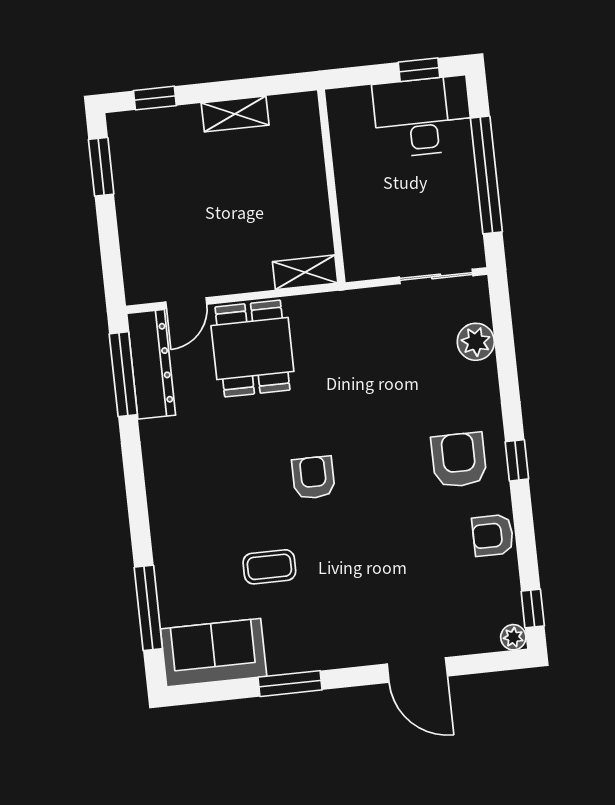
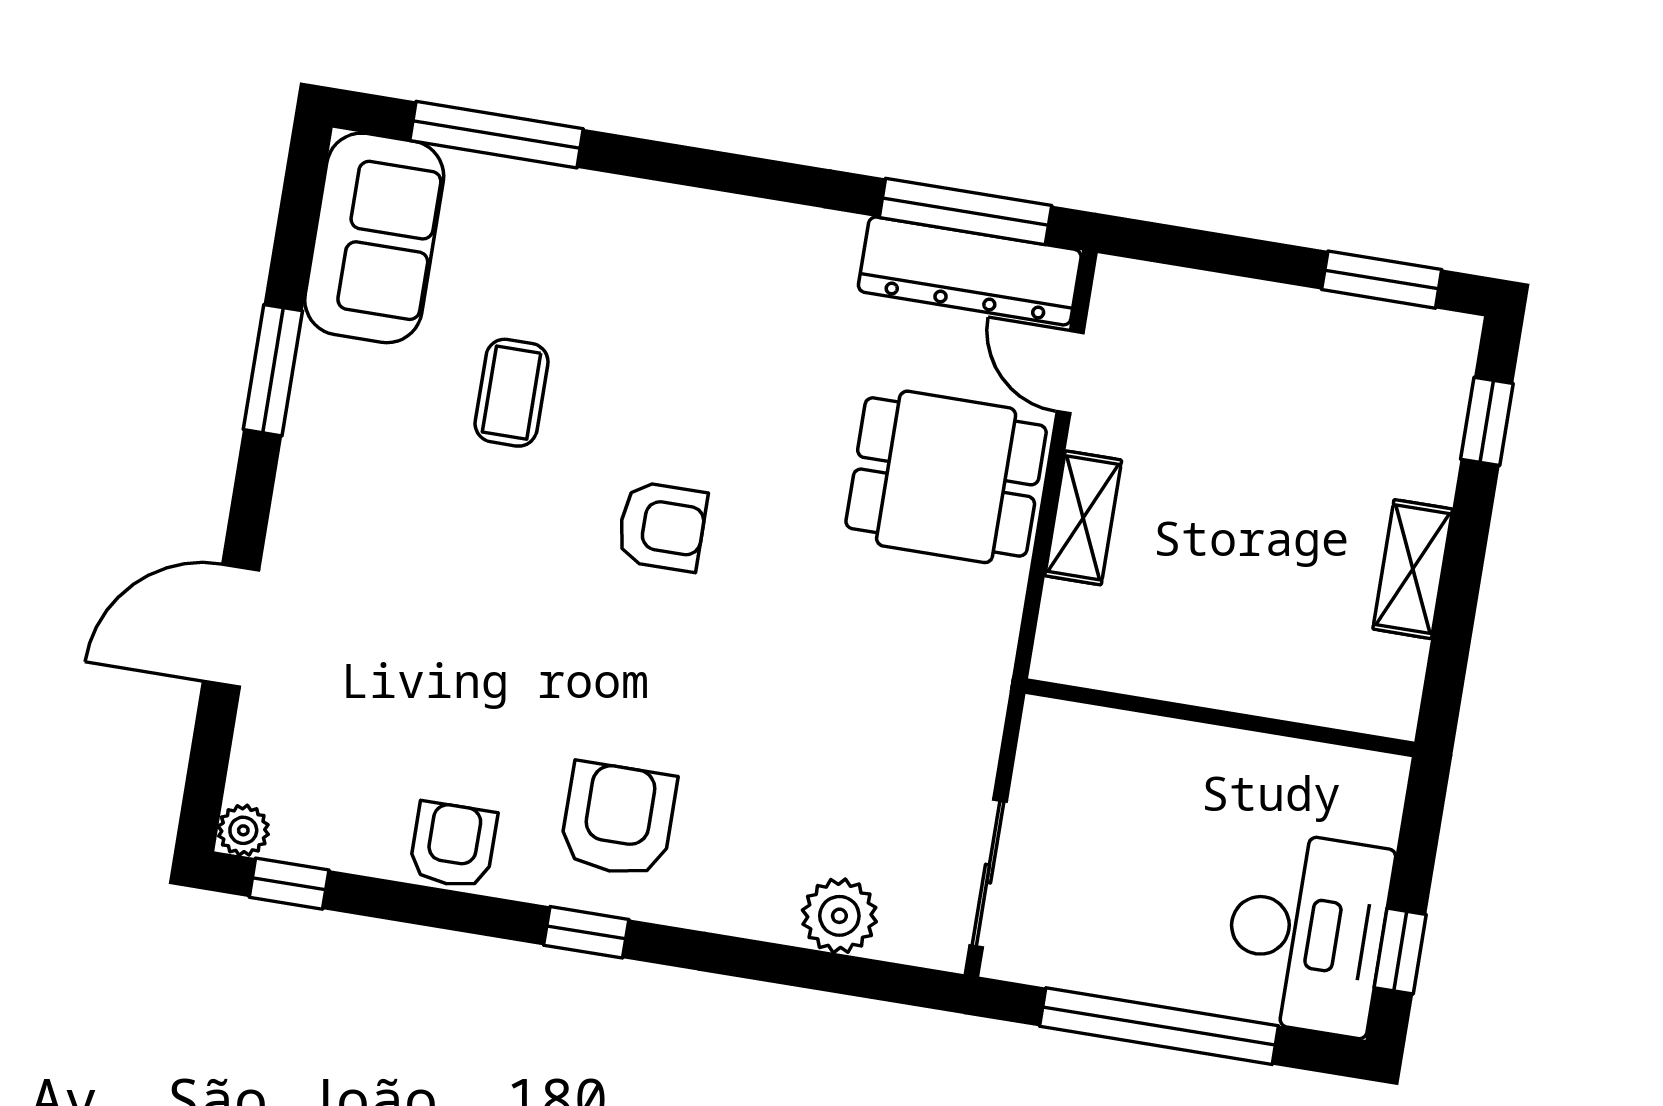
shelving: (305, 272) -> (1083, 518), moved
armchair: (459, 460) -> (618, 820), turned -90

